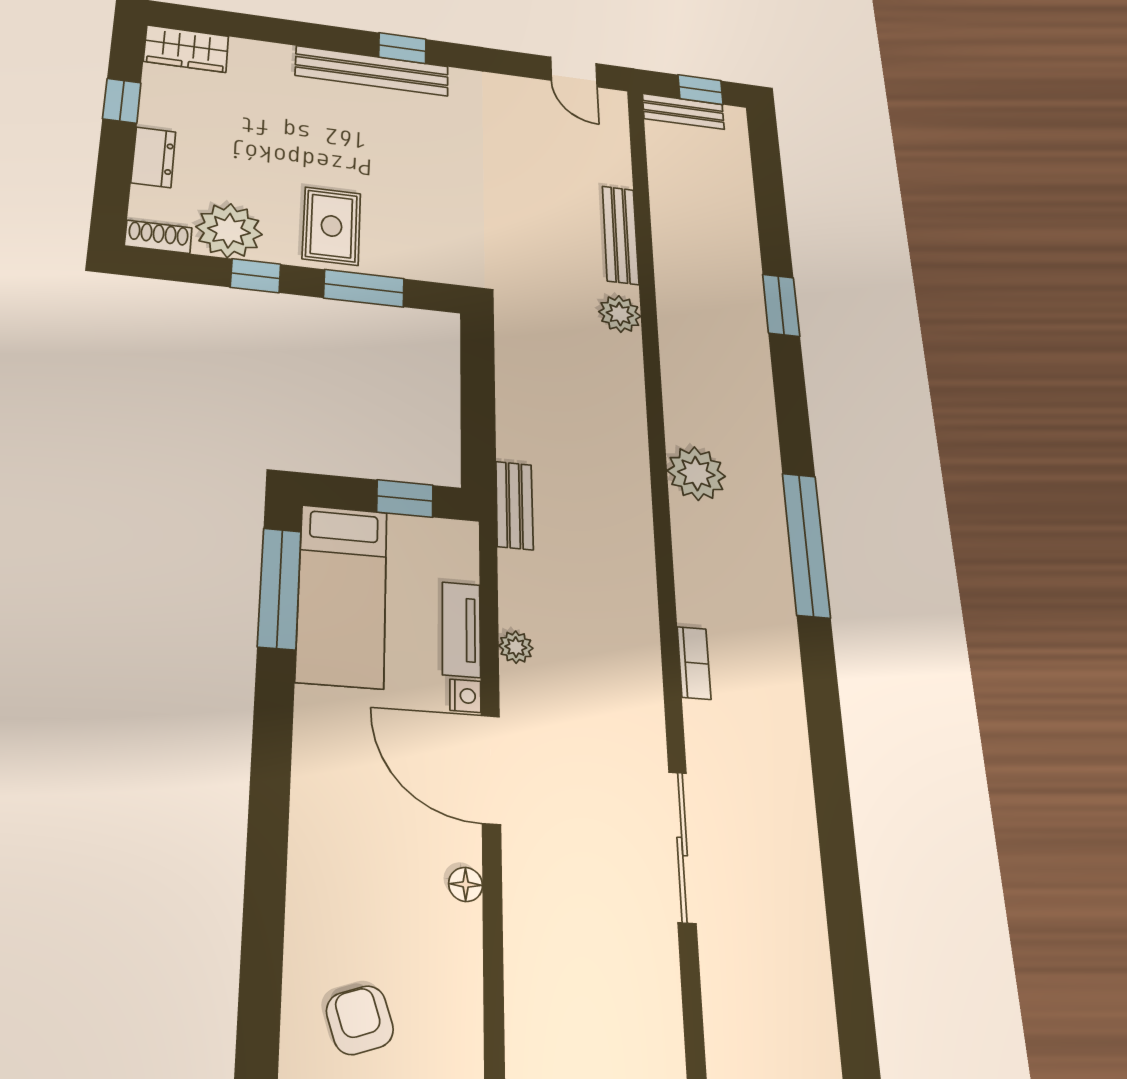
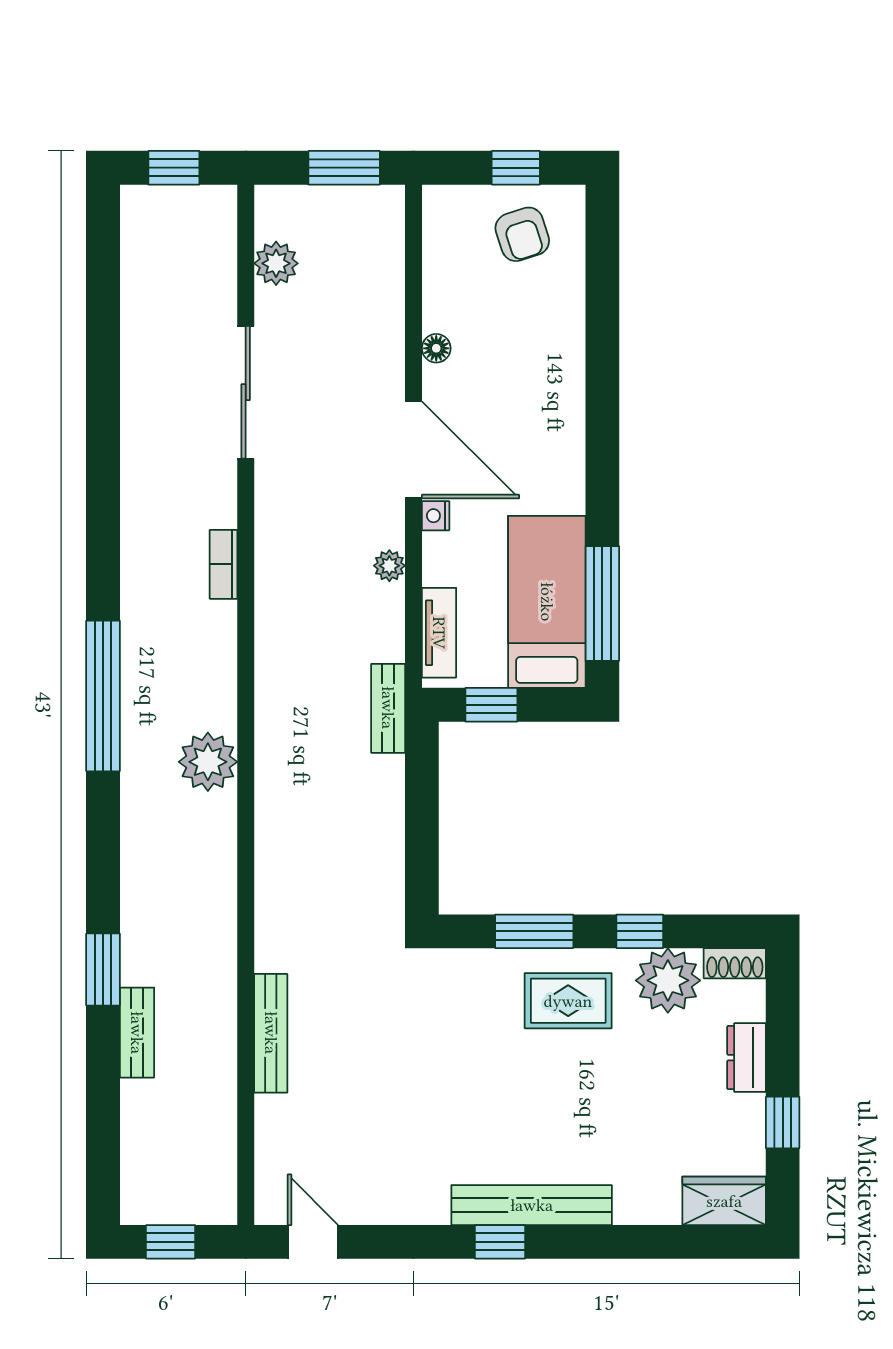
bench: (683, 111) -> (137, 1033), moved, turned 90
rug: (332, 226) -> (568, 1001), turned 90
plant: (620, 314) -> (276, 263), moved
tv unit: (461, 629) -> (439, 633), moved

